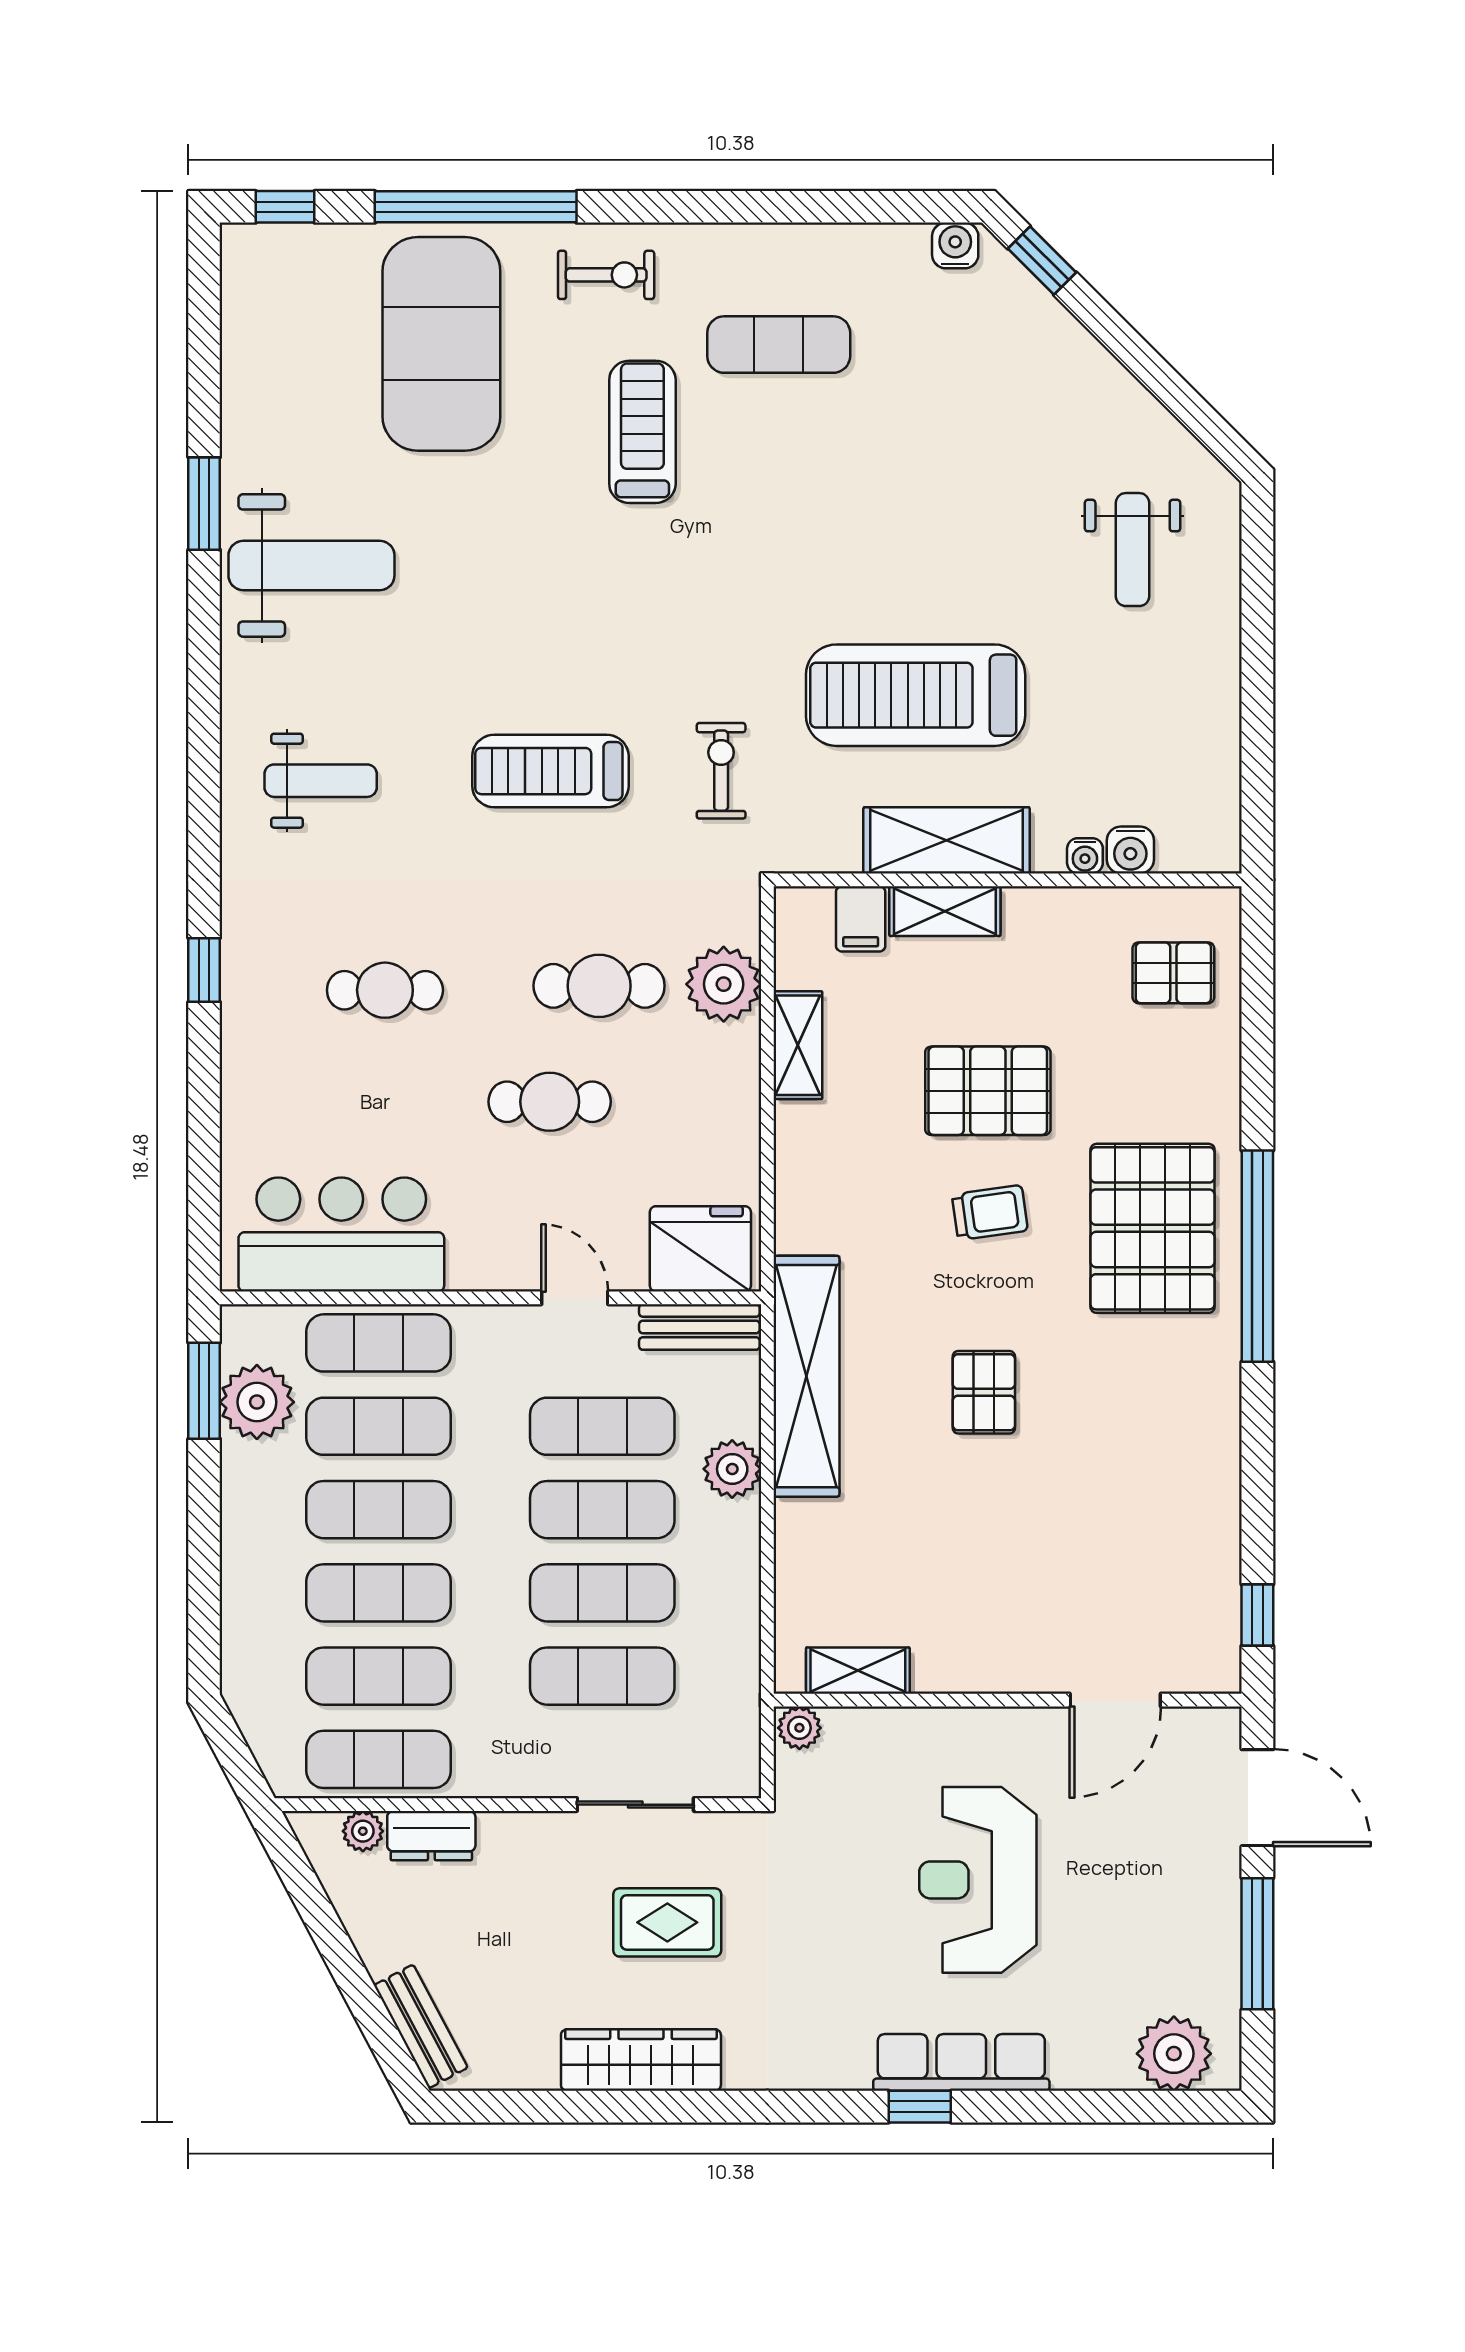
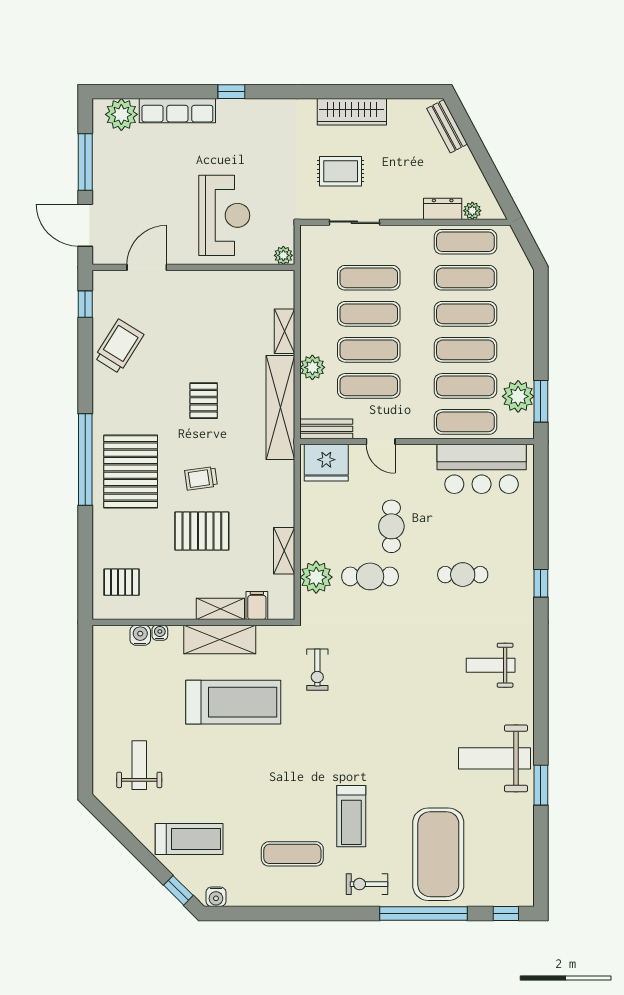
treadmill: (550, 771) -> (189, 839), moved
cafe table: (550, 1102) -> (391, 526), turned 90
trolley: (1179, 1518) -> (119, 346), added
shelving: (858, 1671) -> (284, 331), moved, turned 90
reception desk: (978, 1880) -> (224, 215), moved
row of seats: (961, 2062) -> (177, 111), moved

